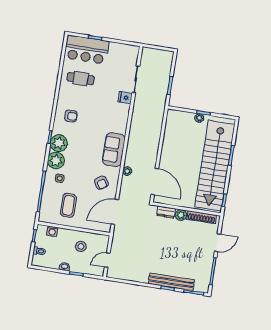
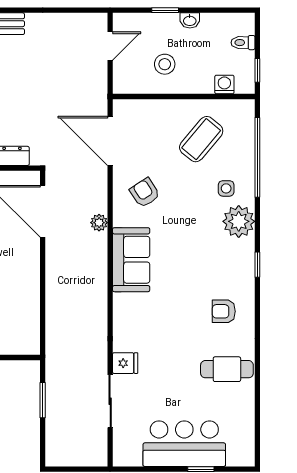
bar counter: (87, 50) -> (184, 444), moved
cafe table: (81, 79) -> (227, 369), moved
plant: (59, 143) -> (239, 256), removed
coffee table: (68, 205) -> (201, 139), turned 40
door: (115, 212) -> (110, 141), swing flipped

